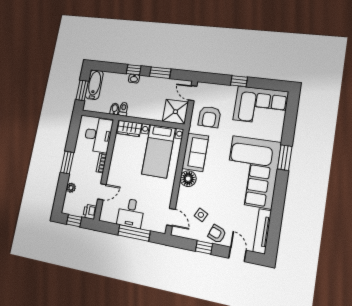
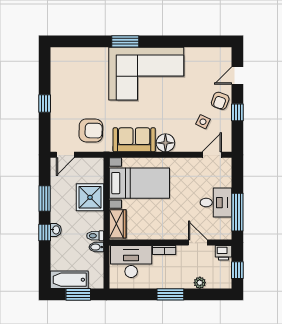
corner sofa: (261, 106) -> (71, 75), removed
shower: (175, 112) -> (90, 197), moved
tv unit: (262, 231) -> (208, 53), removed
window: (134, 233) -> (237, 212), moved

